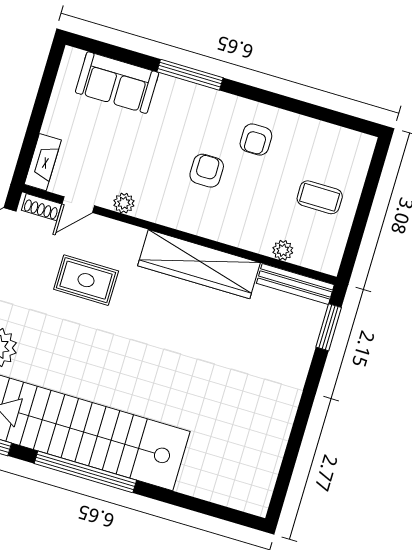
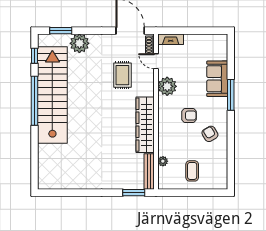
sofa: (117, 83) -> (217, 79), moved
armchair: (256, 140) -> (210, 134), turned 59
plant: (124, 203) -> (167, 86), width x1.88, depth x1.88

